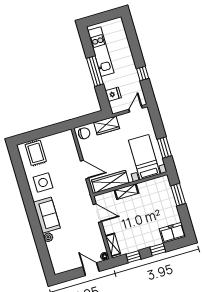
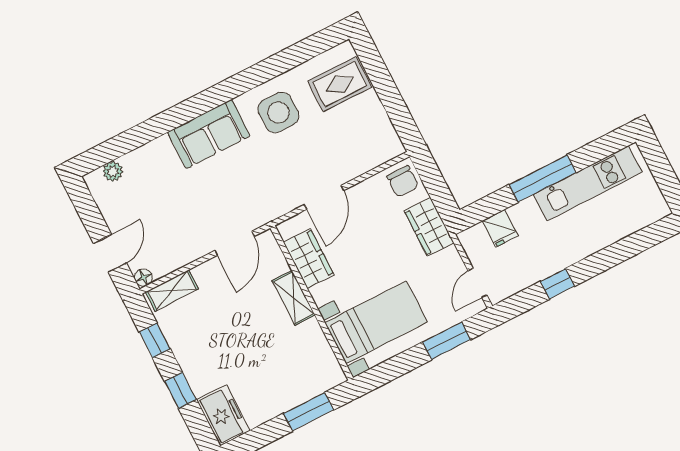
door: (136, 109) -> (478, 283), swing flipped
window: (164, 148) -> (446, 341), moved
wardrobe: (110, 182) -> (309, 259), width x0.67
plant: (48, 237) -> (113, 171), moved

